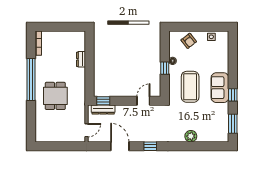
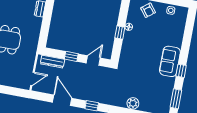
coffee table: (190, 87) -> (141, 55), removed
window: (103, 101) -> (71, 56), moved

